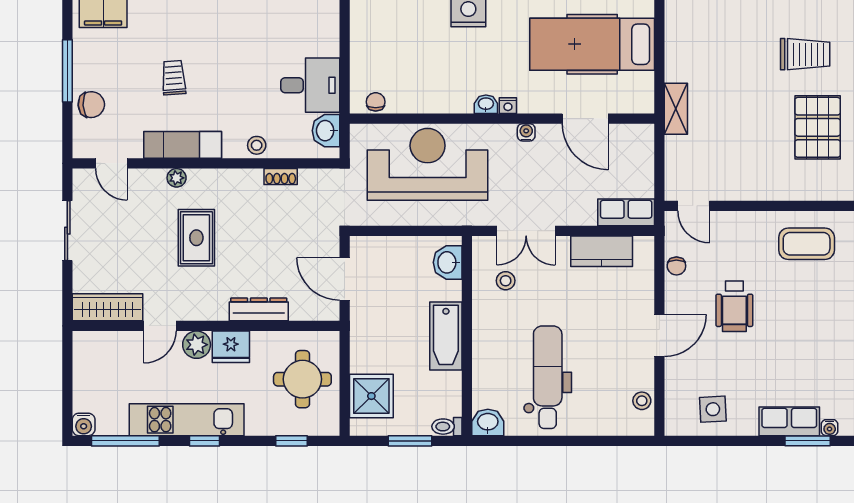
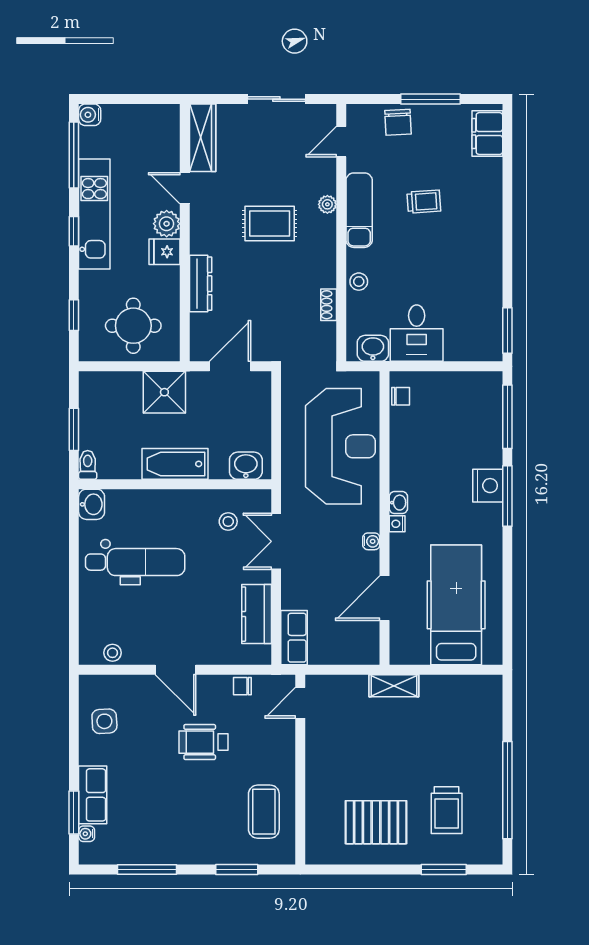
fridge: (231, 347) -> (165, 252), width x0.72
shower: (371, 396) -> (164, 392), moved

